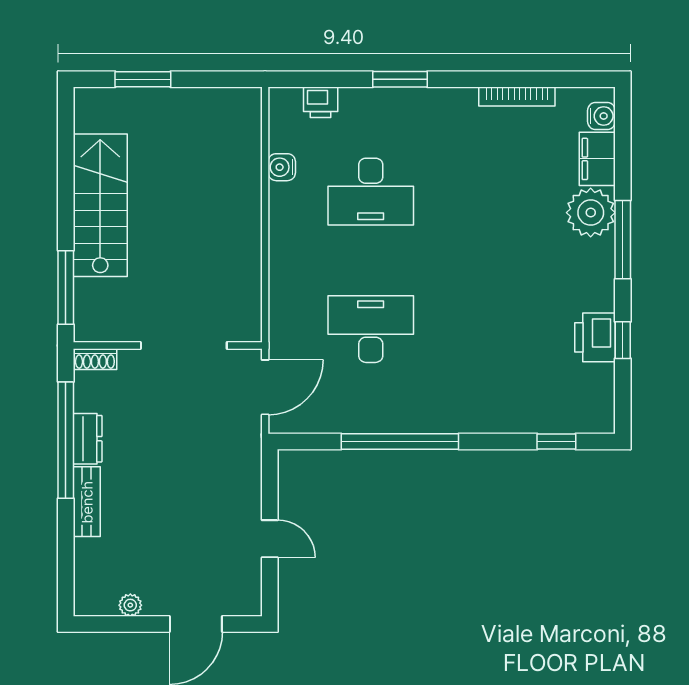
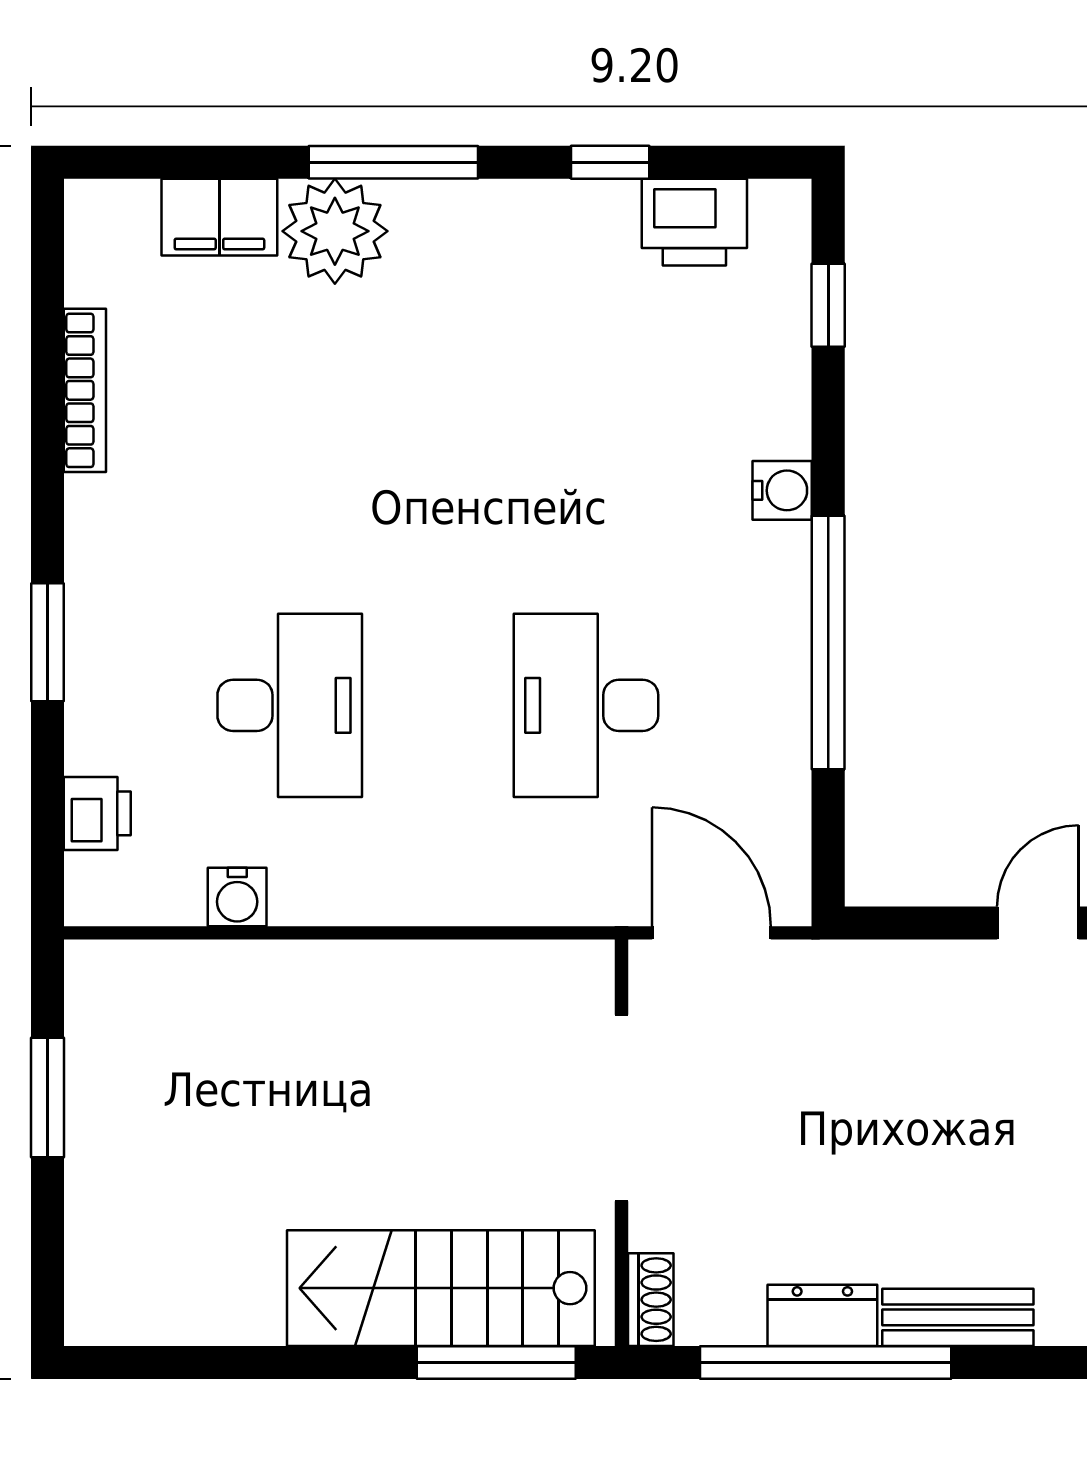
window: (143, 79) -> (48, 1097), moved
water cooler: (601, 116) -> (782, 490), moved, turned 90
stairs: (100, 205) -> (441, 1288), moved
printer: (595, 337) -> (694, 222), moved

